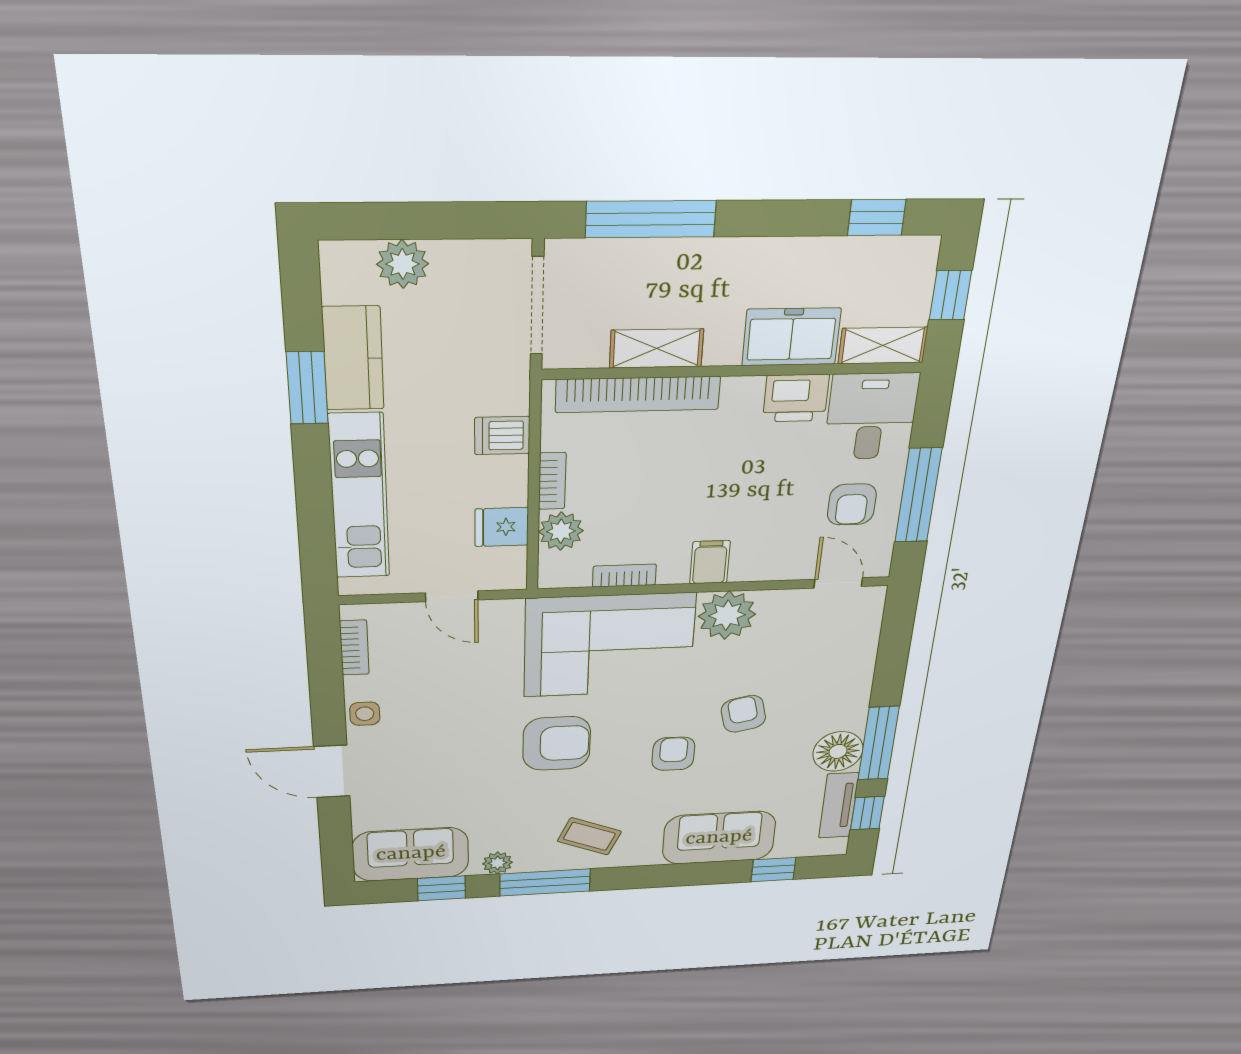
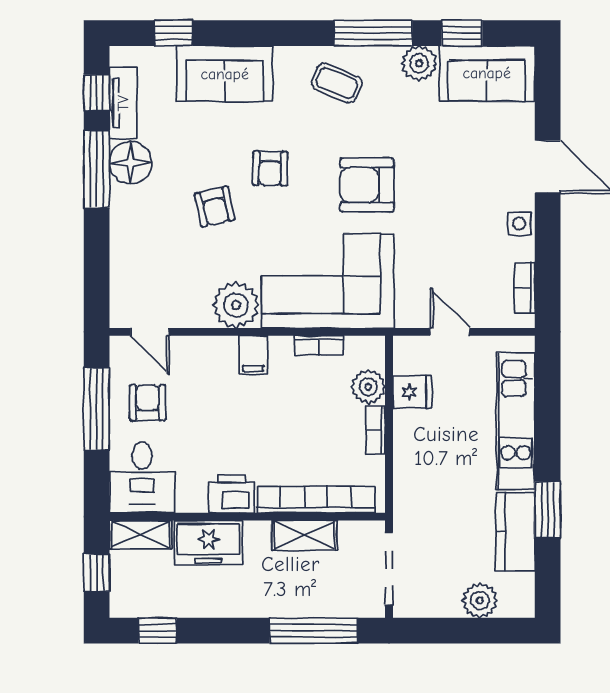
printer: (796, 398) -> (231, 494), moved
dishwasher: (502, 436) -> (413, 469), removed
plant: (498, 863) -> (419, 63), width x1.38, depth x1.38

